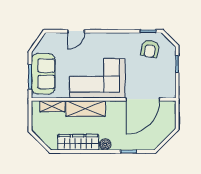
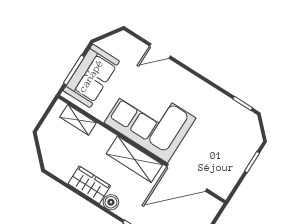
armchair: (150, 49) -> (232, 125), removed
shelving: (86, 109) -> (134, 159), moved
wardrobe: (78, 142) -> (89, 185), width x0.67

